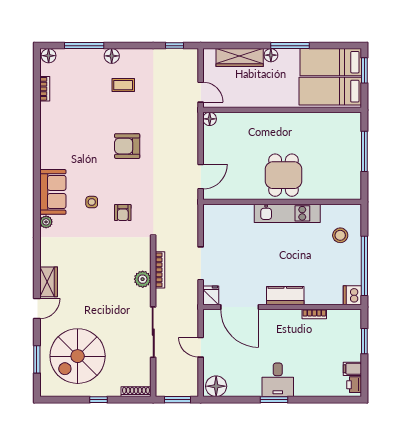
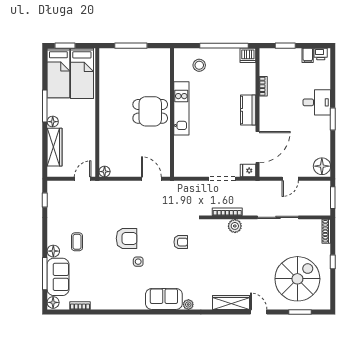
sofa: (80, 62) -> (58, 277), added
armchair: (127, 146) -> (127, 238), turned -90
side table: (92, 202) -> (138, 262), moved
wardrobe: (49, 282) -> (231, 302), width x1.50
spiral stairs: (78, 356) -> (297, 279), turned -90
desk: (278, 380) -> (317, 102), moved

